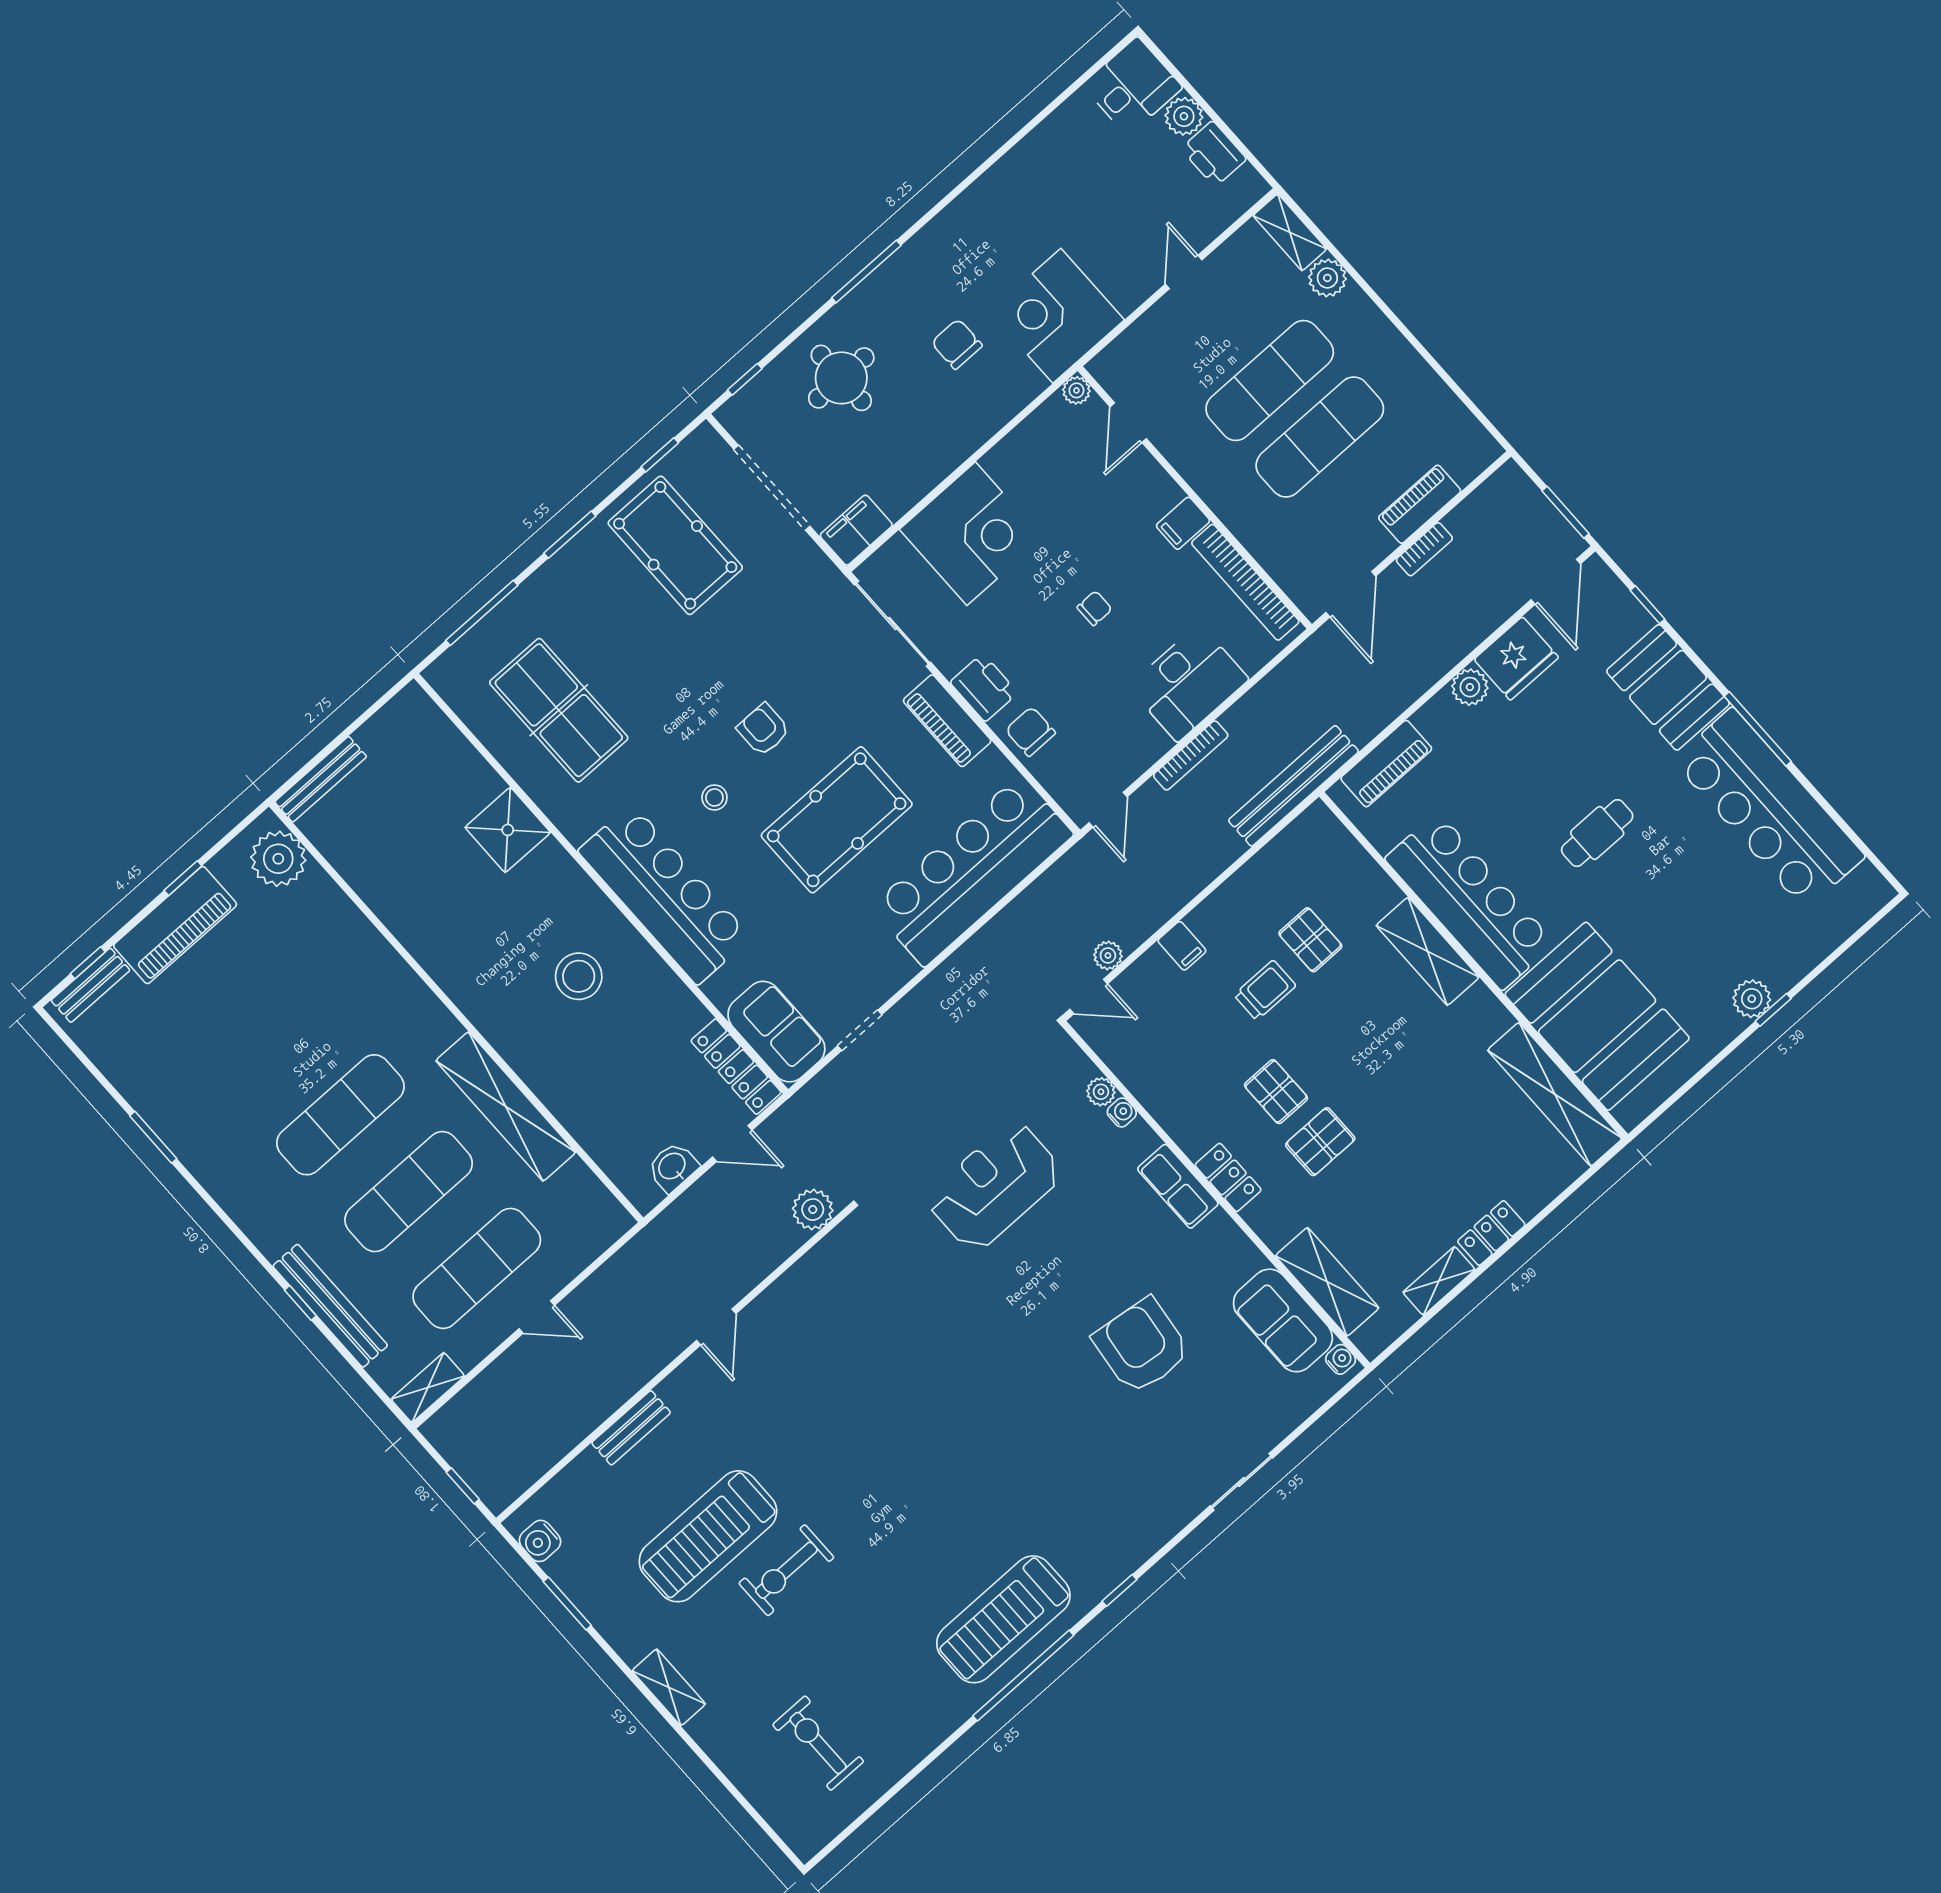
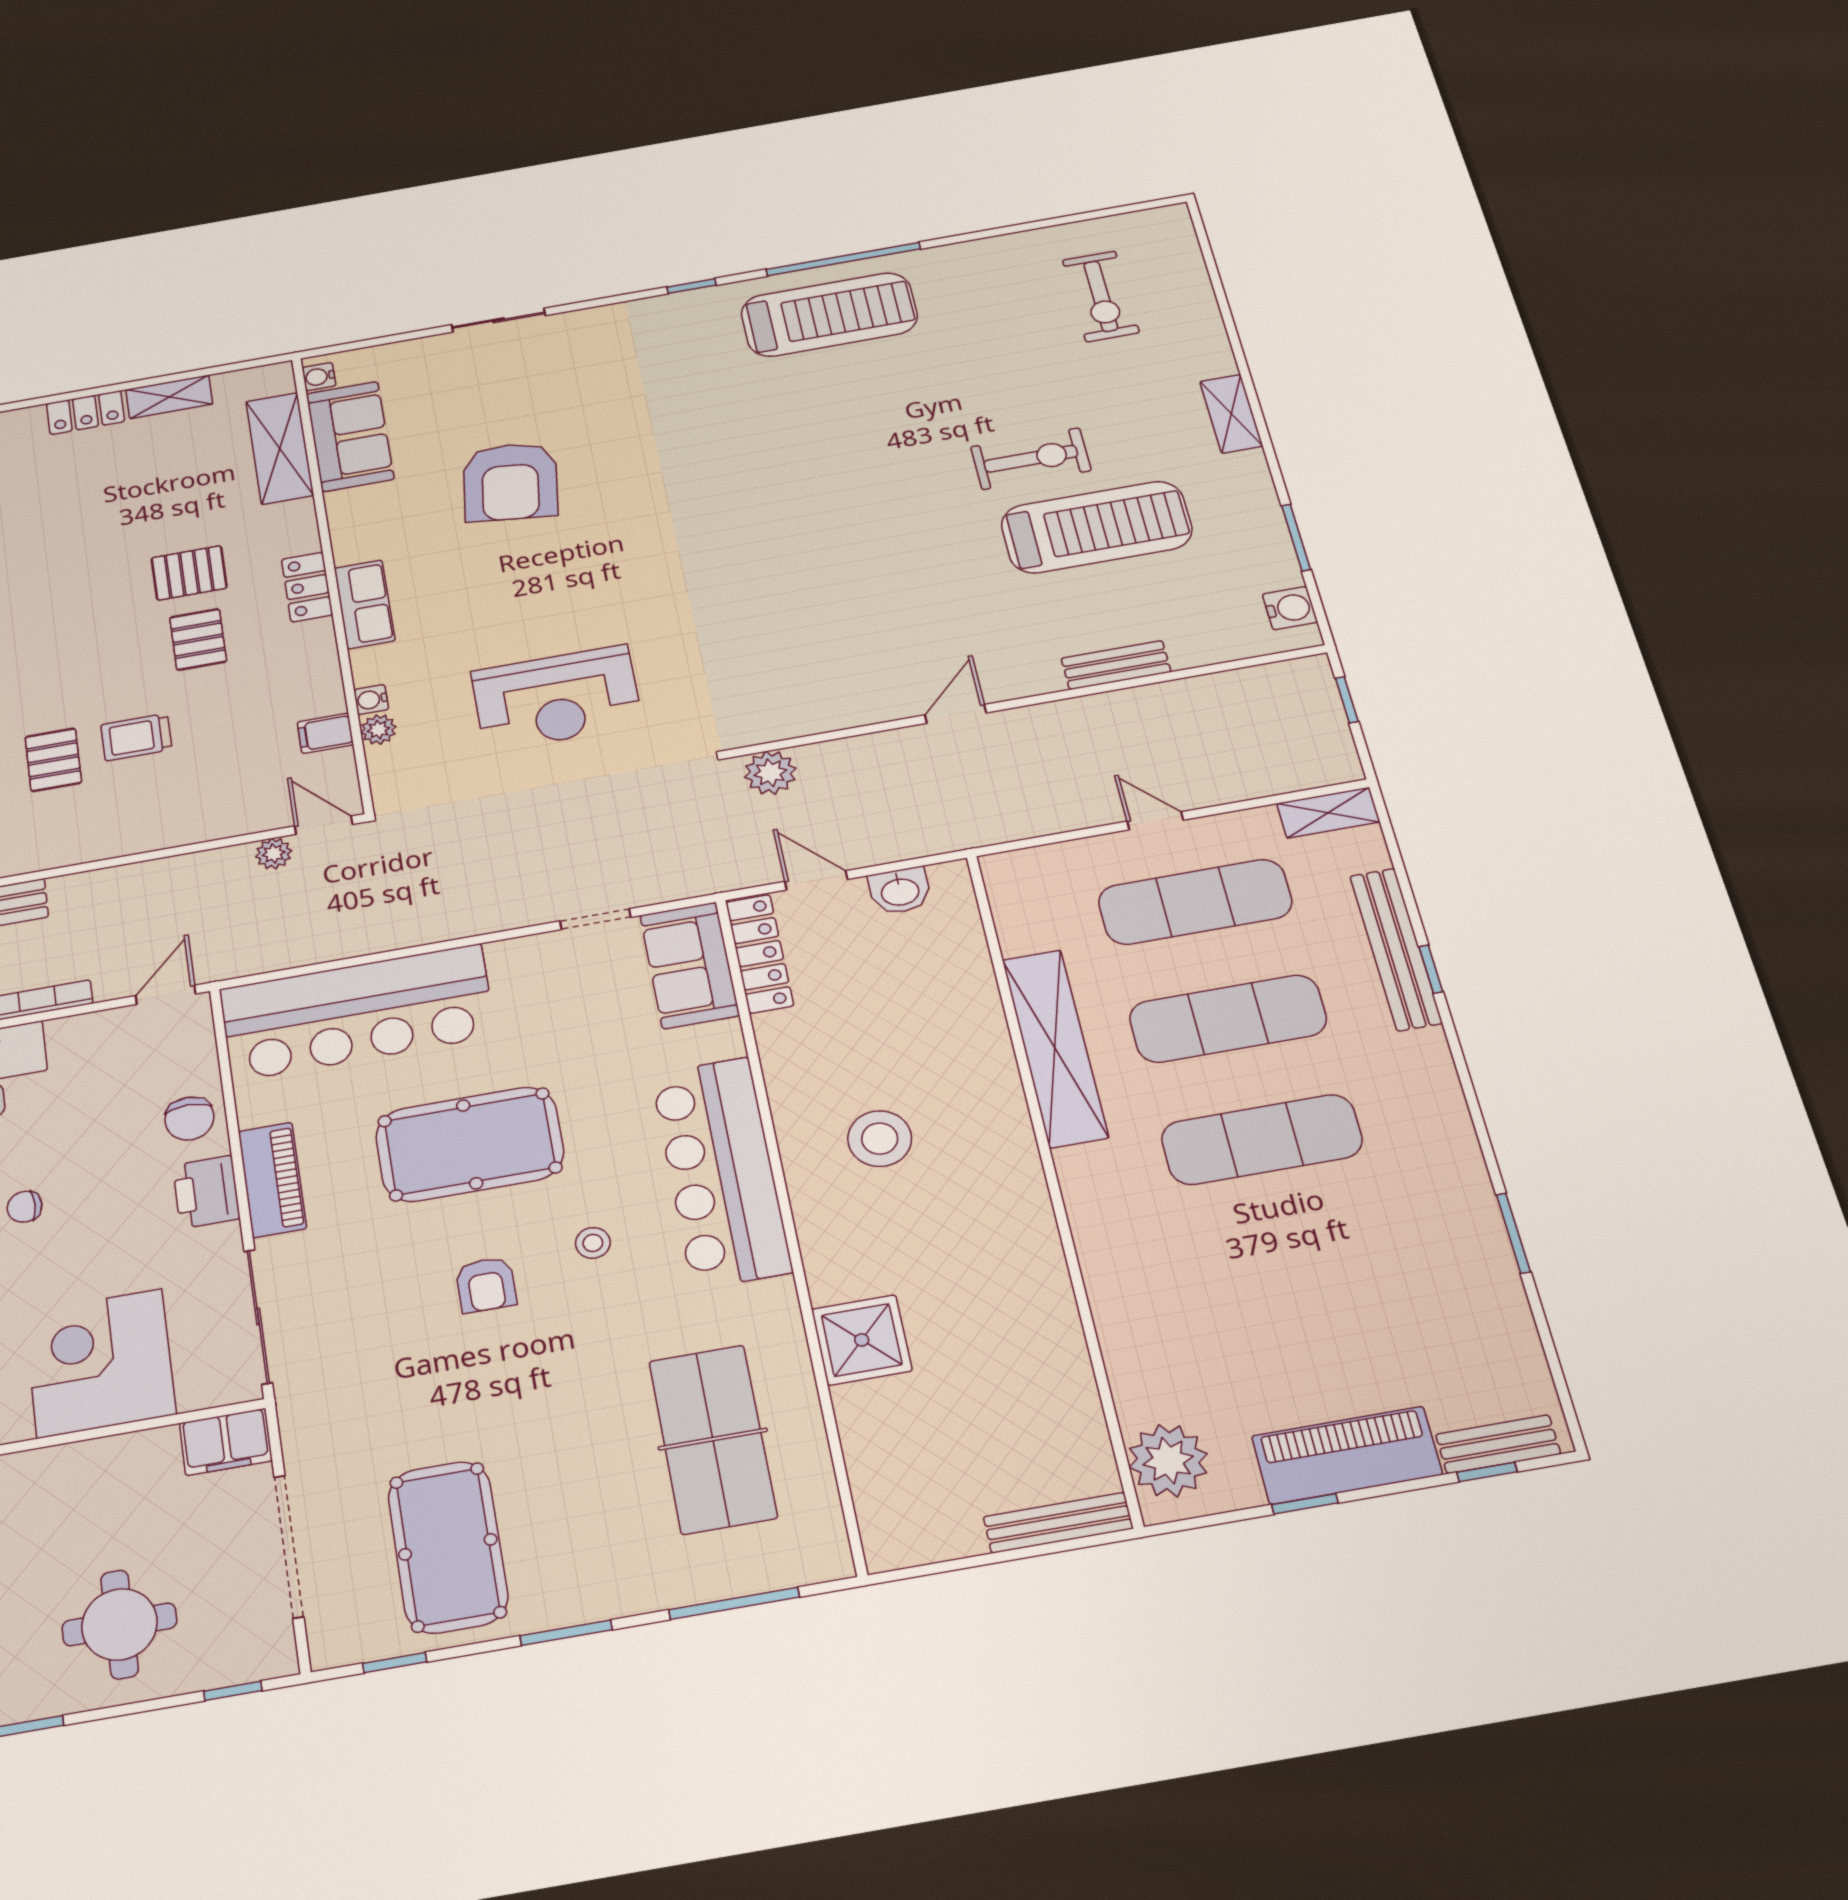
filing cabinet: (1182, 946) -> (325, 733), moved, turned -90

